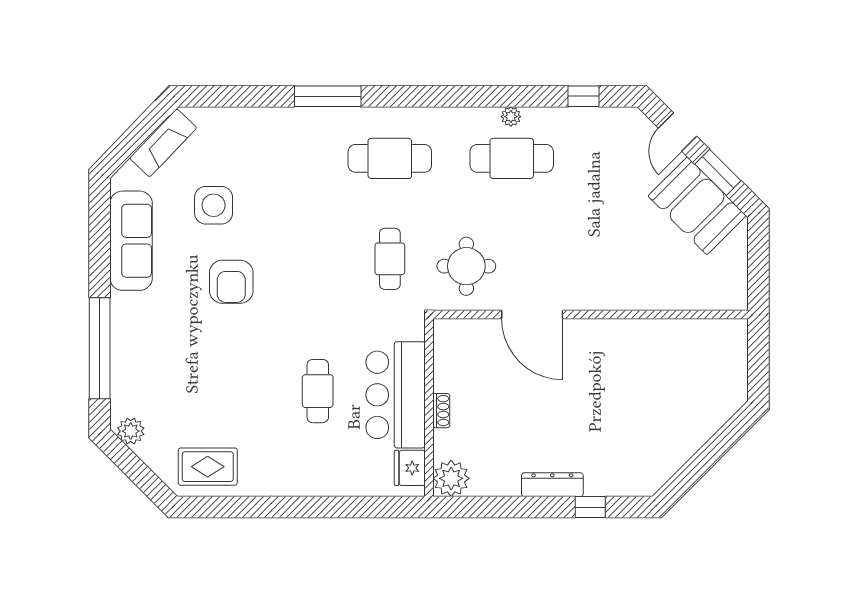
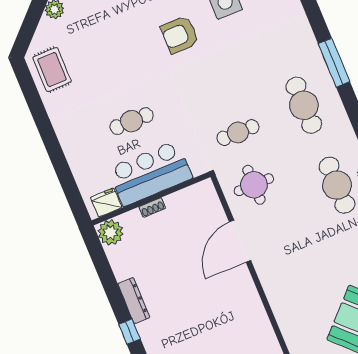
window: (328, 96) -> (334, 63), moved

